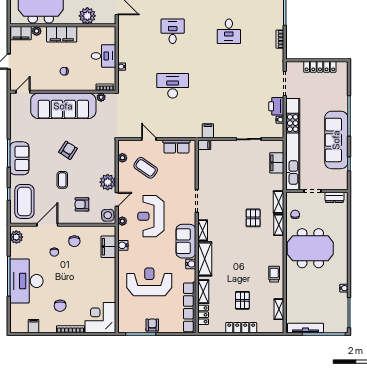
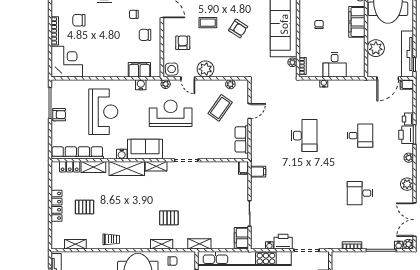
filing cabinet: (277, 163) -> (241, 238), moved, turned -90
shelving: (278, 202) -> (199, 244), moved

